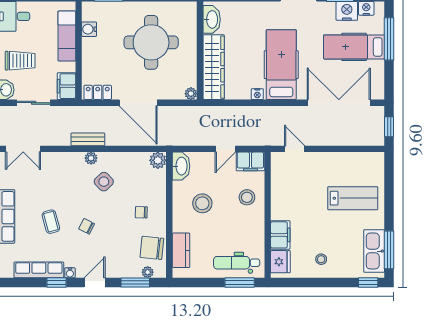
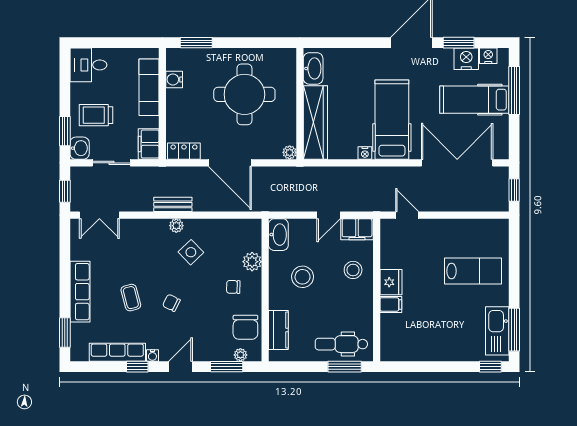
trolley: (20, 61) -> (96, 115), turned 180
plant: (158, 160) -> (252, 262), moved
filing cabinet: (280, 235) -> (391, 304), width x0.50
chair: (152, 248) -> (245, 327), turned -96
stool: (321, 259) -> (437, 340), removed
fridge: (280, 262) -> (391, 282), moved

